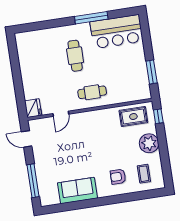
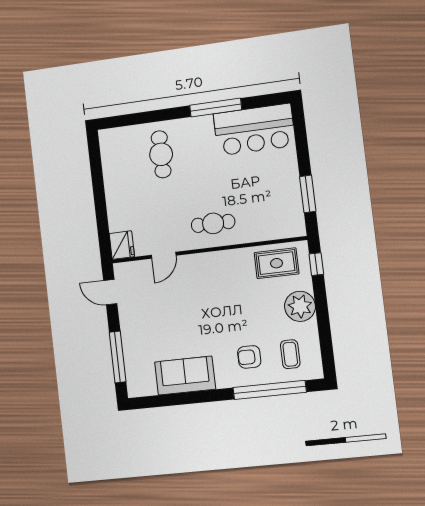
cafe table: (75, 56) -> (161, 154), moved
window: (132, 197) -> (270, 390), added

